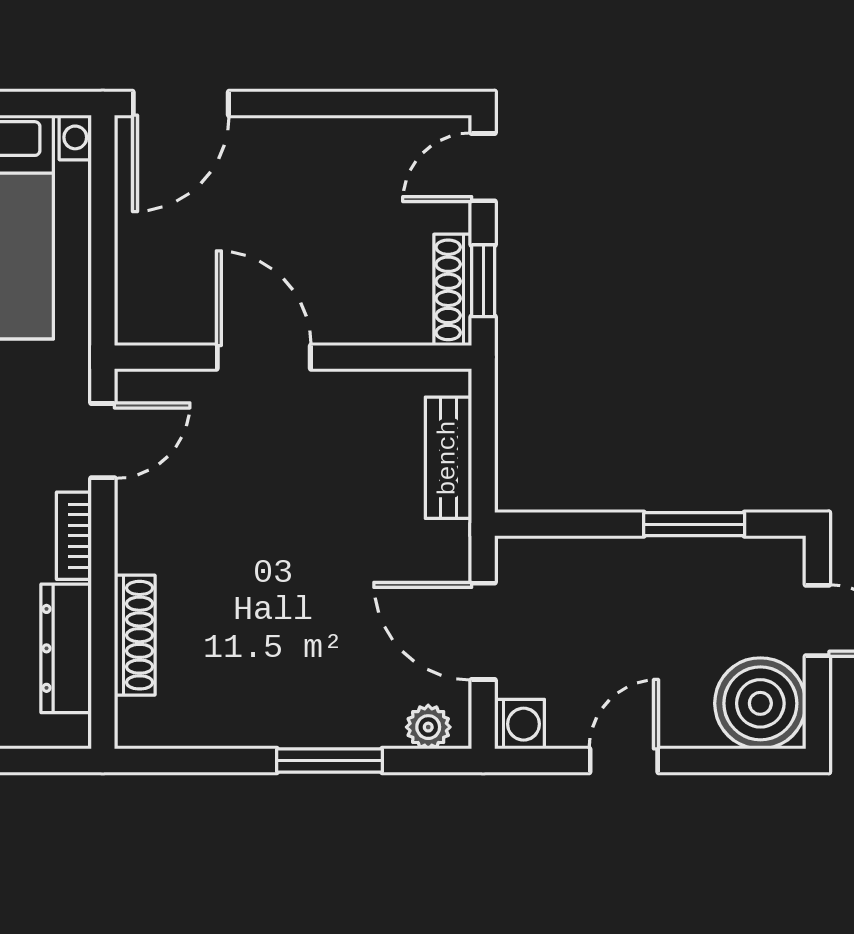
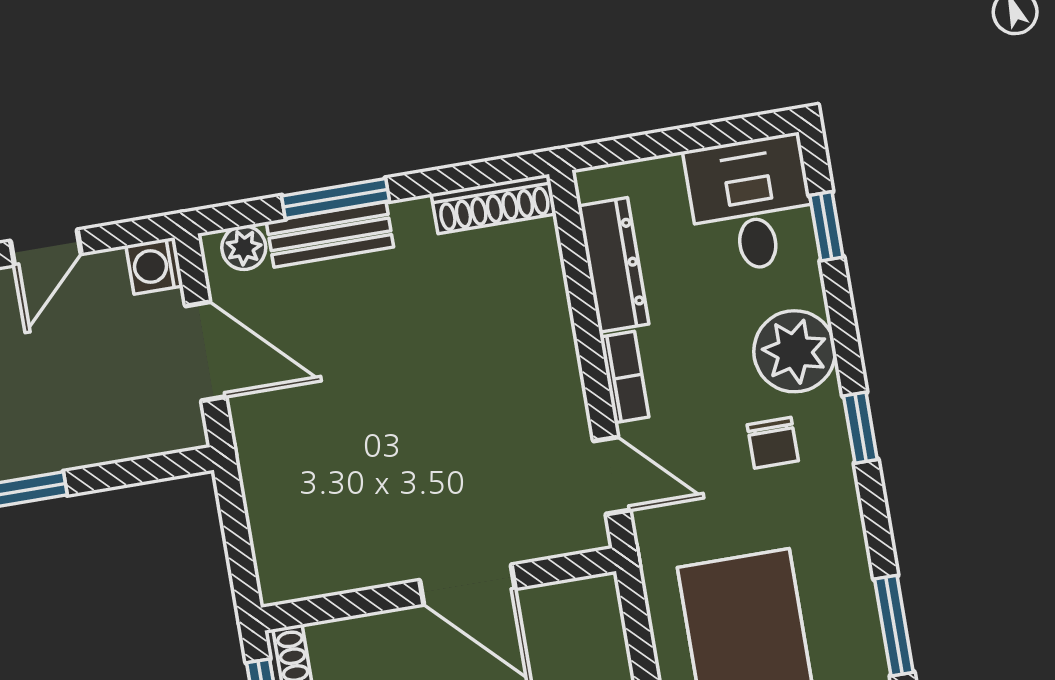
door: (103, 441) -> (612, 475), swing flipped
bench: (448, 458) -> (330, 234), moved, turned 90
shoe rack: (135, 635) -> (494, 204), moved, turned -90

